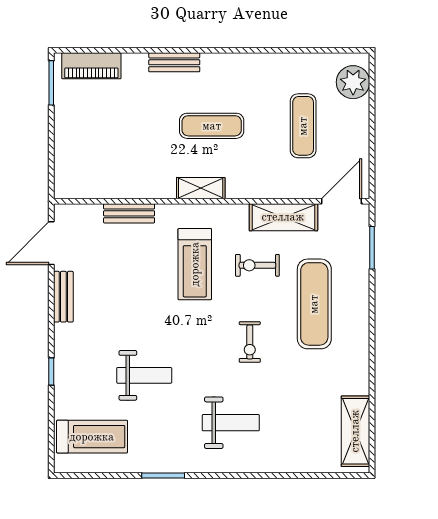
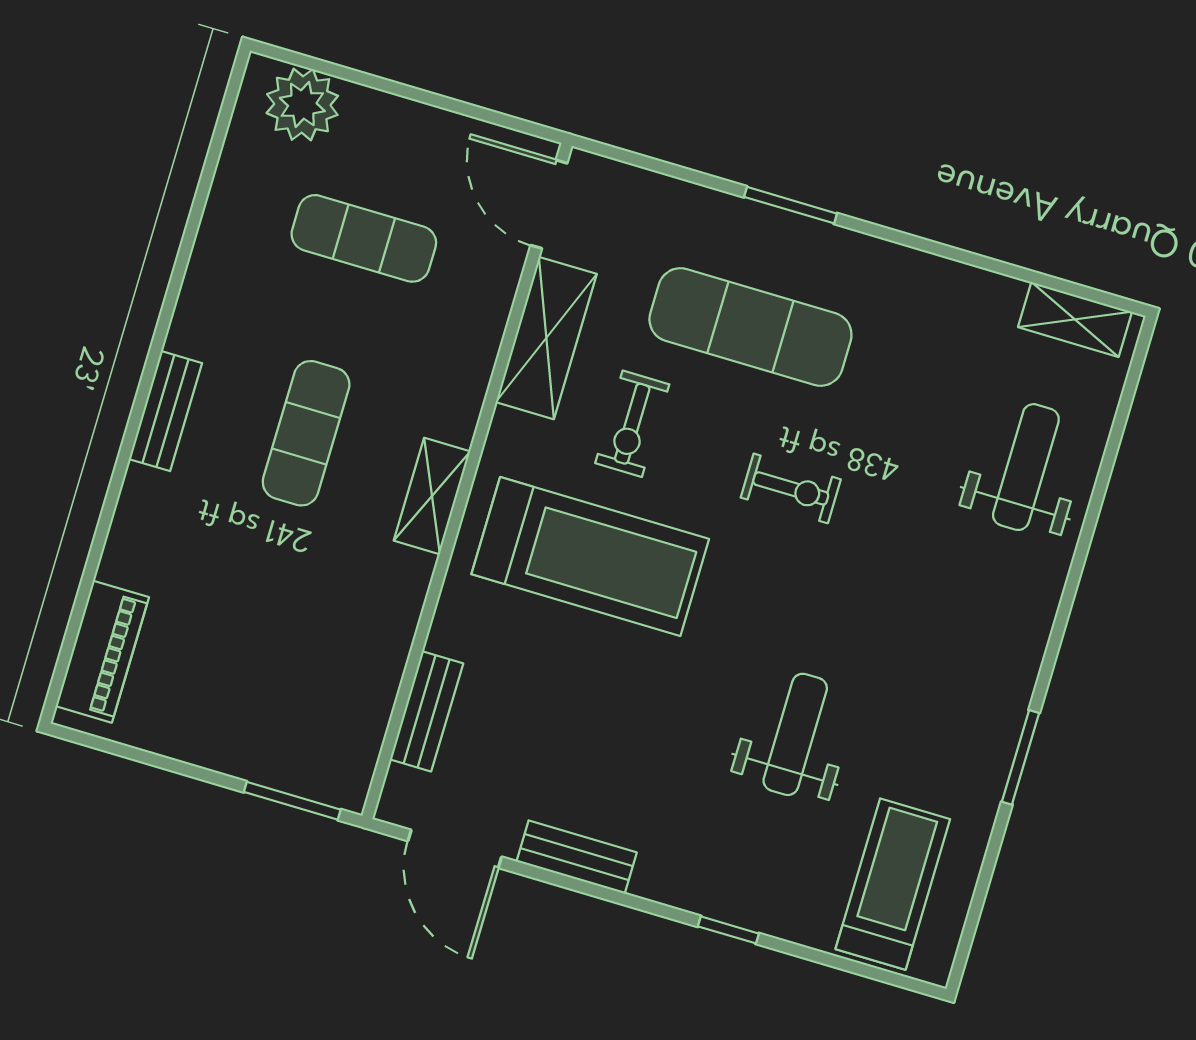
bench: (174, 62) -> (165, 411), moved
window: (51, 83) -> (292, 801), moved
bench: (129, 213) -> (427, 711), moved
window: (372, 248) -> (791, 205), moved
treadmill: (195, 264) -> (590, 557), width x1.37, depth x1.38
weight bench: (231, 423) -> (1026, 467), moved
shelving: (355, 431) -> (1075, 319), width x0.67, depth x0.75

